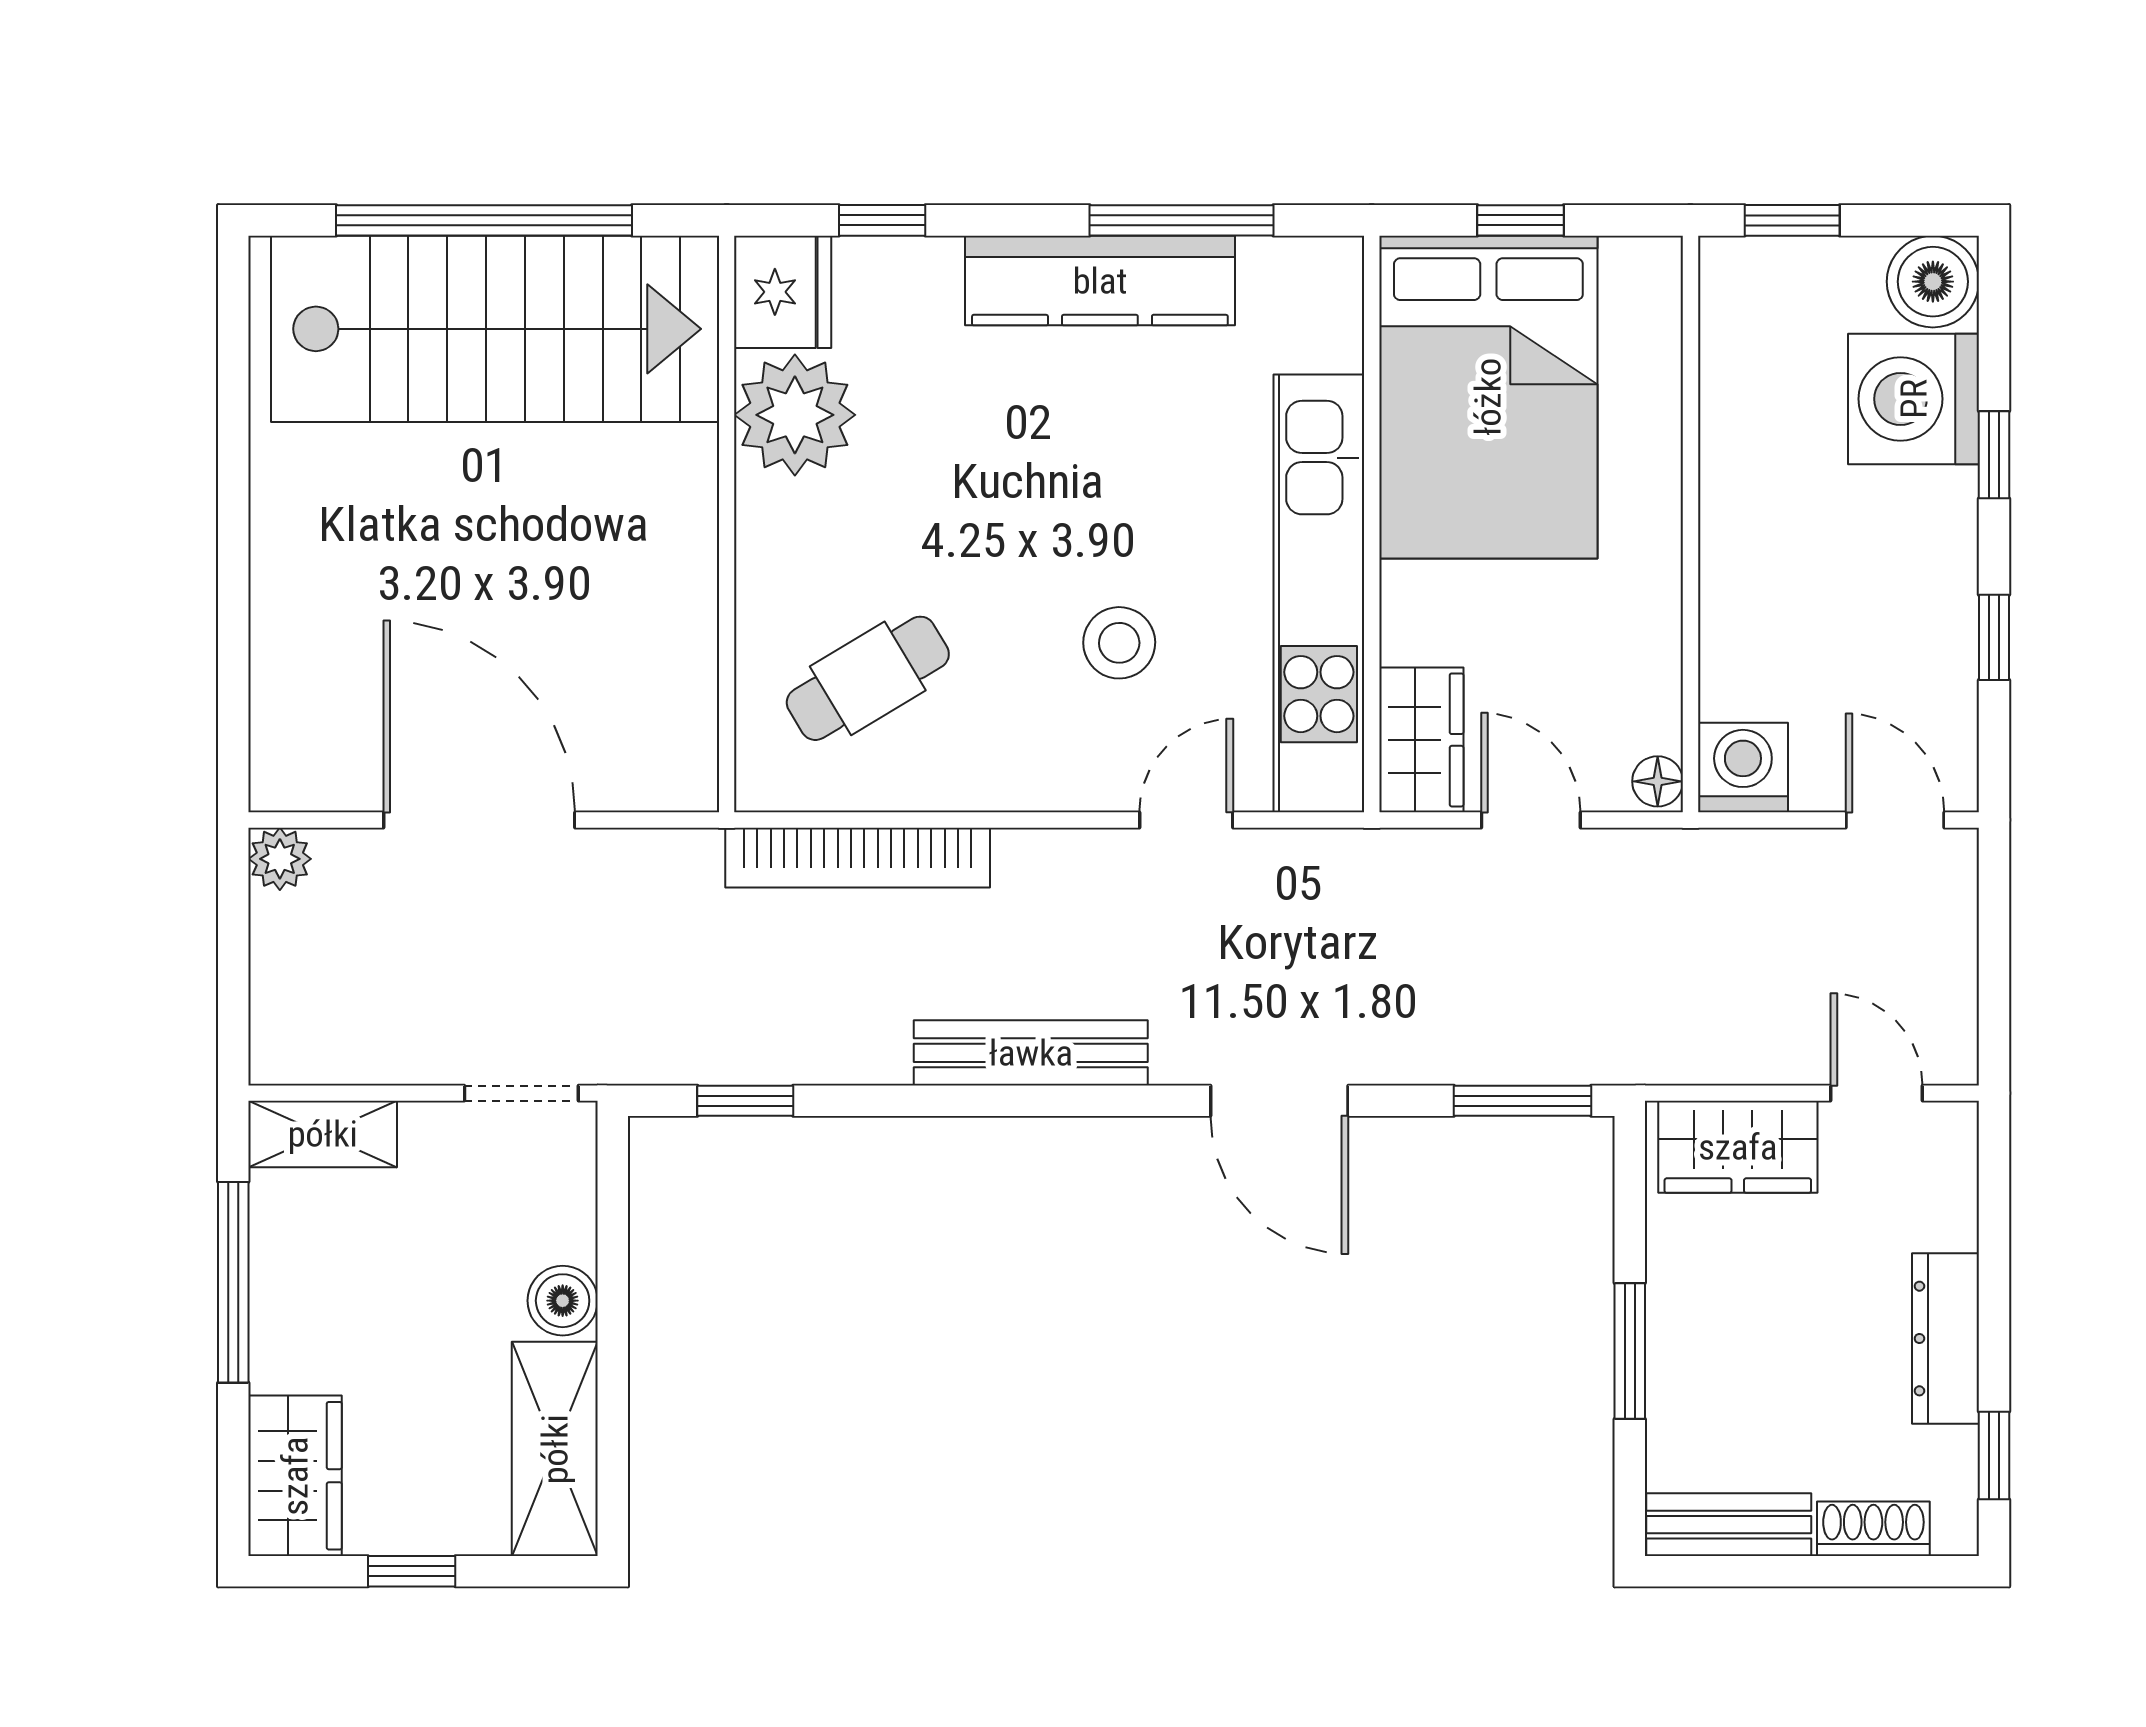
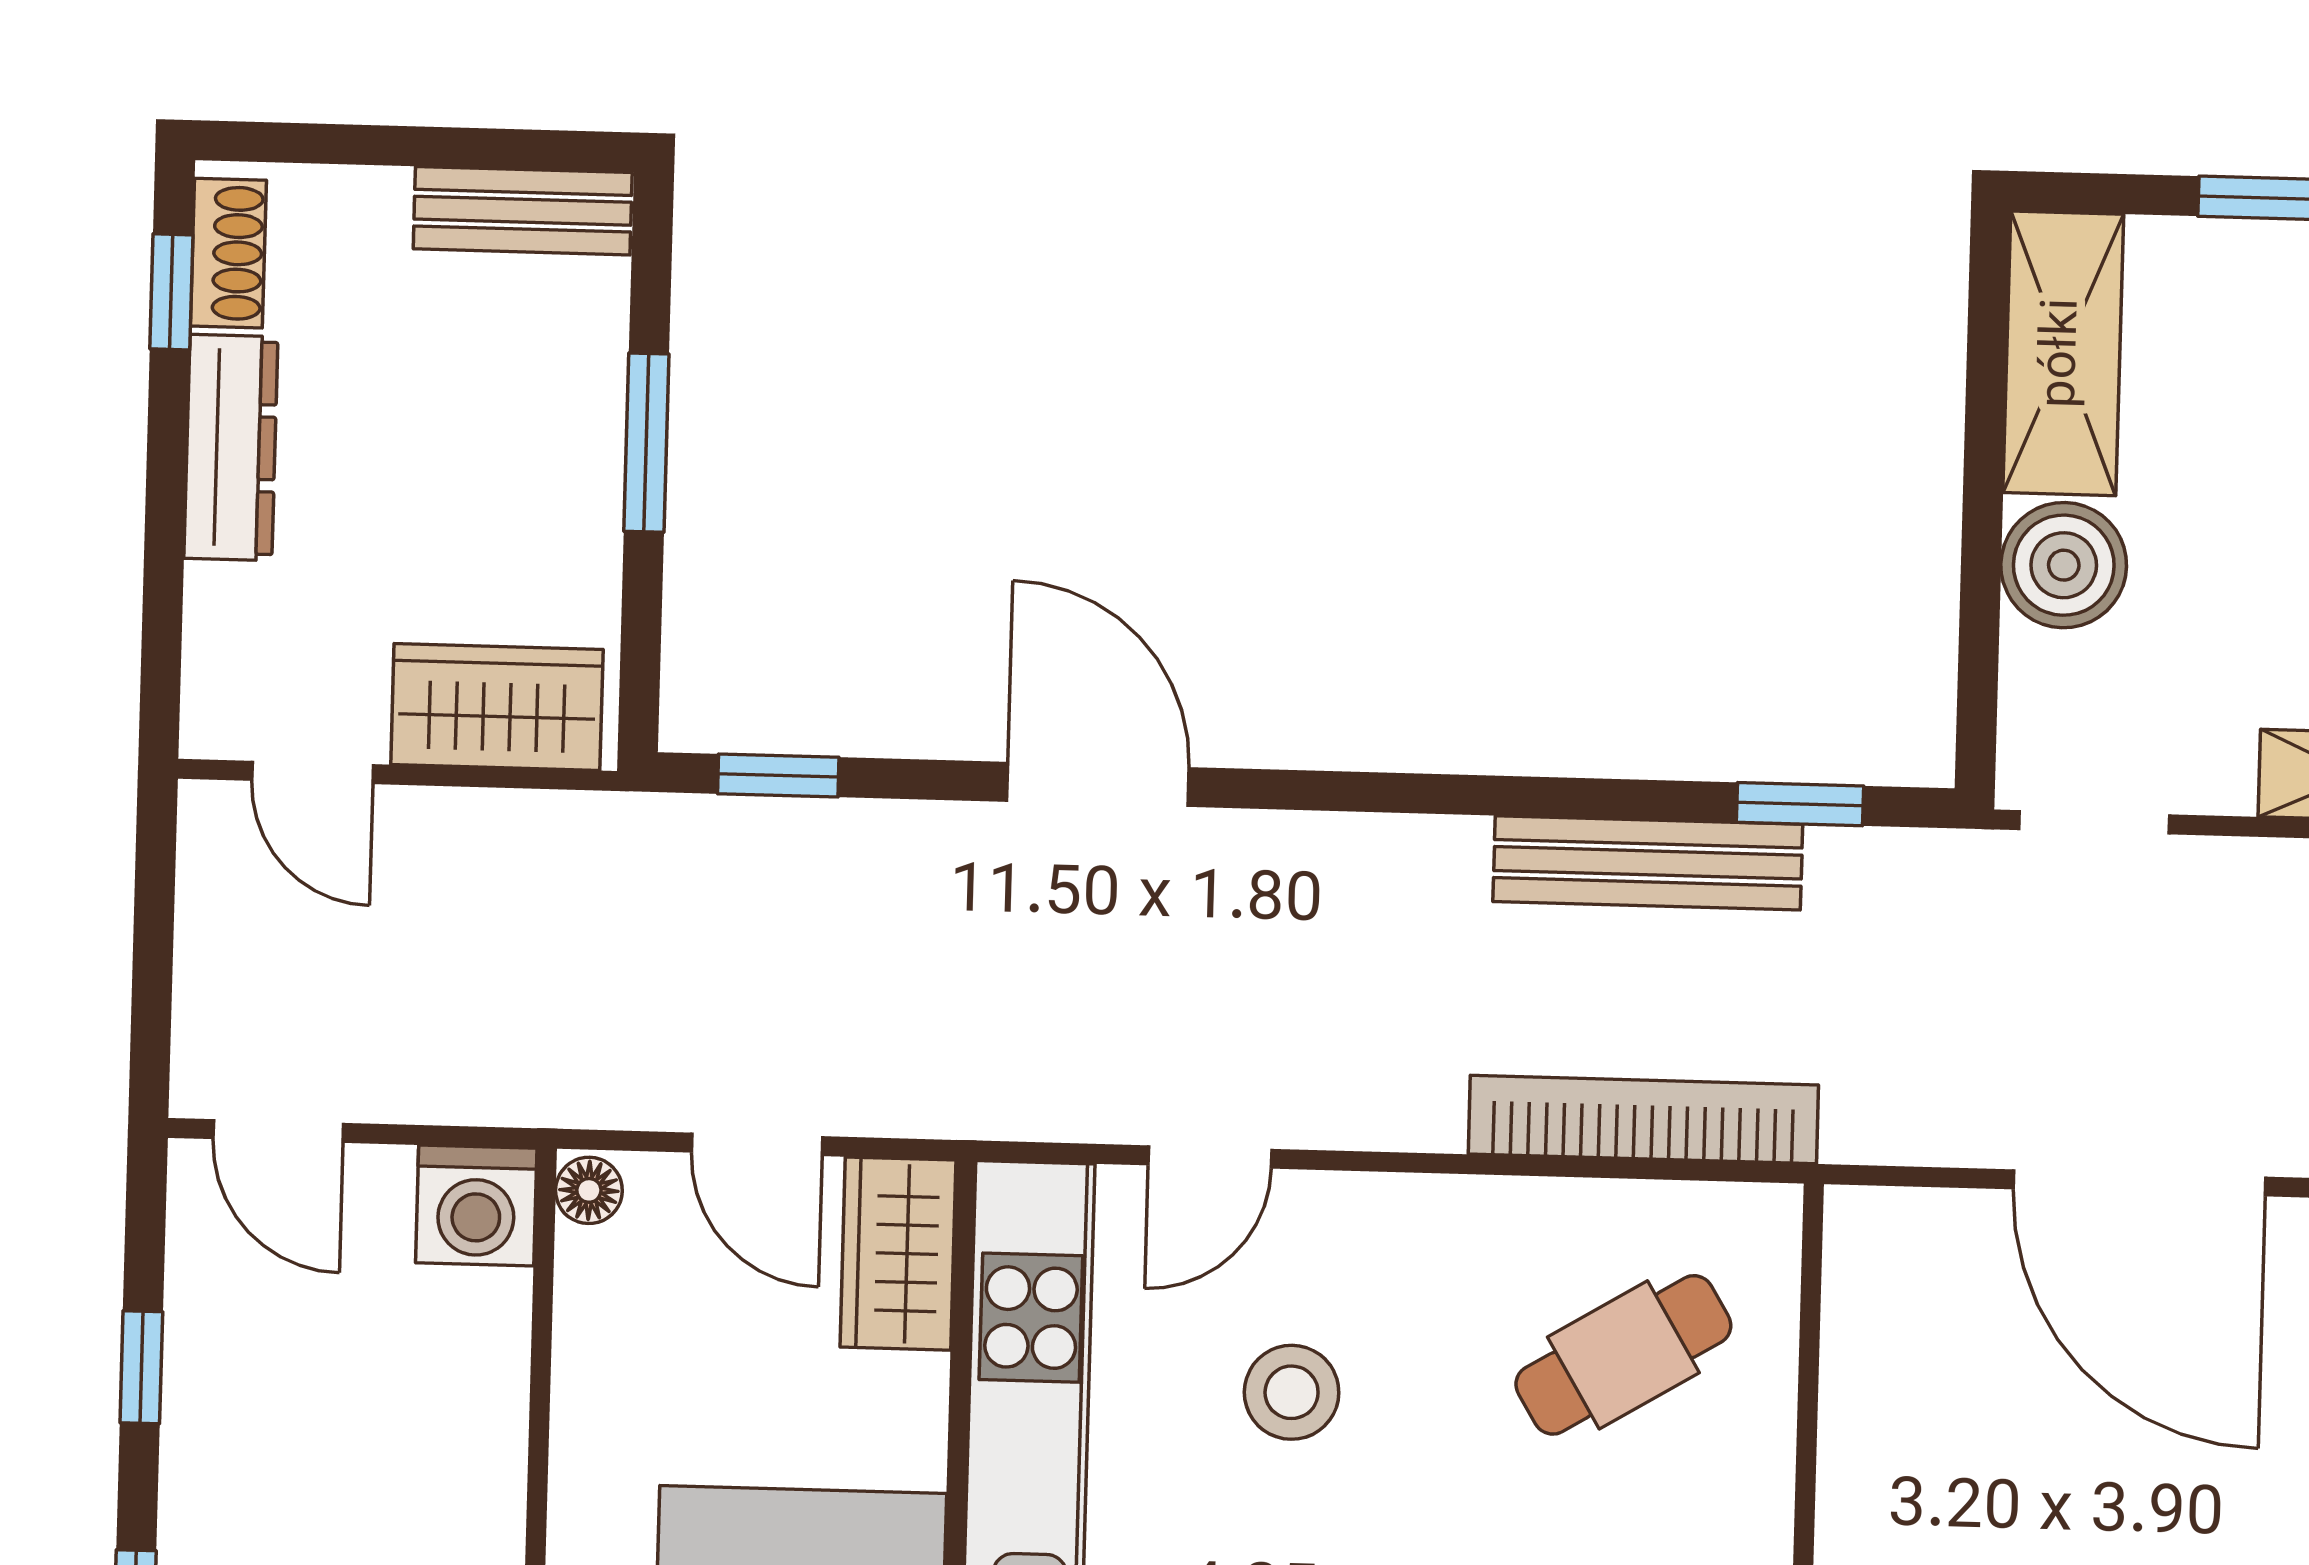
bench: (1031, 1053) -> (1648, 863), moved
window: (1522, 1101) -> (778, 776), width x0.67
boiler: (563, 1301) -> (2064, 565), width x1.36, depth x1.36
shoe rack: (1873, 1529) -> (228, 253), moved, turned -90

